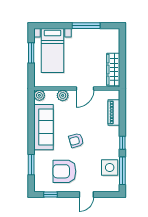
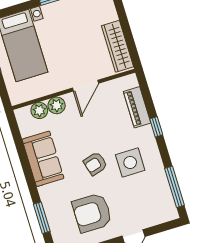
plant: (39, 95) -> (39, 110), moved
sofa: (43, 127) -> (43, 159), width x0.73
window: (122, 143) -> (156, 127), moved
side table: (110, 168) -> (130, 162), moved

